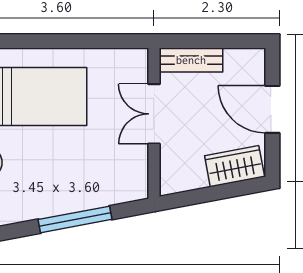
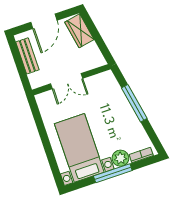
bench: (191, 60) -> (27, 56), moved

